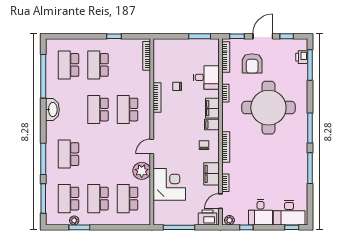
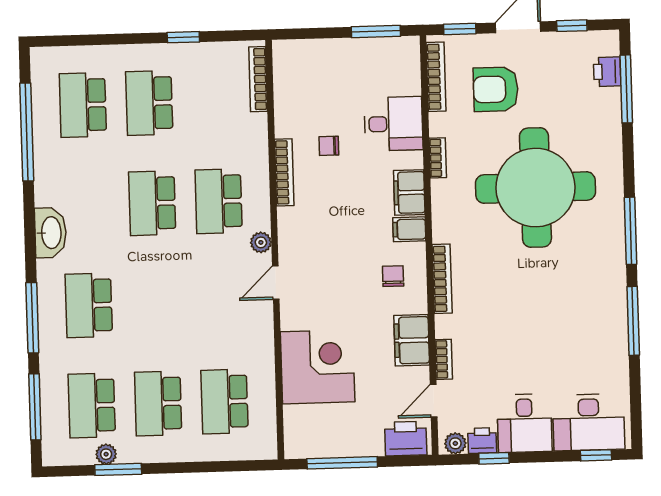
armchair: (252, 63) -> (496, 89), turned 90
washbasin: (52, 110) -> (50, 233), moved
plant: (142, 171) -> (261, 242), moved, width x0.53, depth x0.53
printer: (241, 219) -> (482, 441), added

